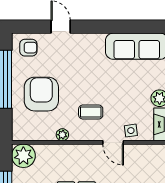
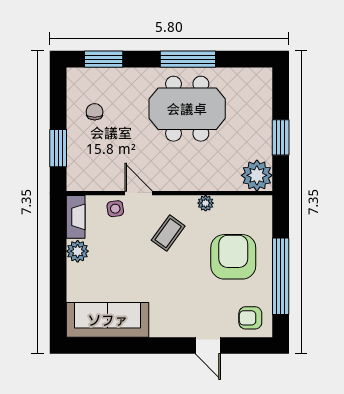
armchair: (41, 94) -> (233, 257), turned 180
coffee table: (91, 112) -> (168, 233), turned -54

